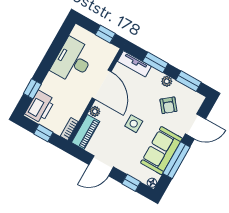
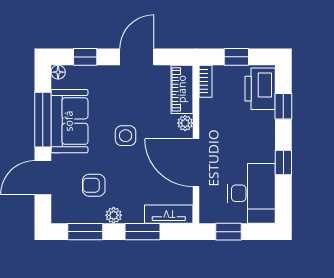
window: (51, 56) -> (283, 163), added
desk: (73, 61) -> (251, 193), moved
armchair: (168, 105) -> (94, 185), turned -51

